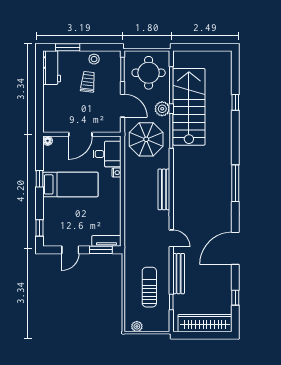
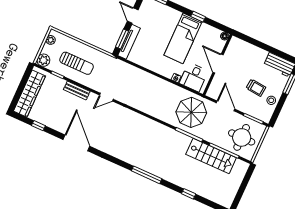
door: (123, 106) -> (225, 106), swing flipped
stairs: (189, 107) -> (211, 156), width x0.73, depth x0.66
plant: (162, 109) -> (43, 60), moved
window: (235, 183) -> (147, 175), moved
bench: (164, 189) -> (147, 109), removed
tv unit: (106, 241) -> (129, 42), width x1.41
bench: (179, 274) -> (77, 90), width x0.73

